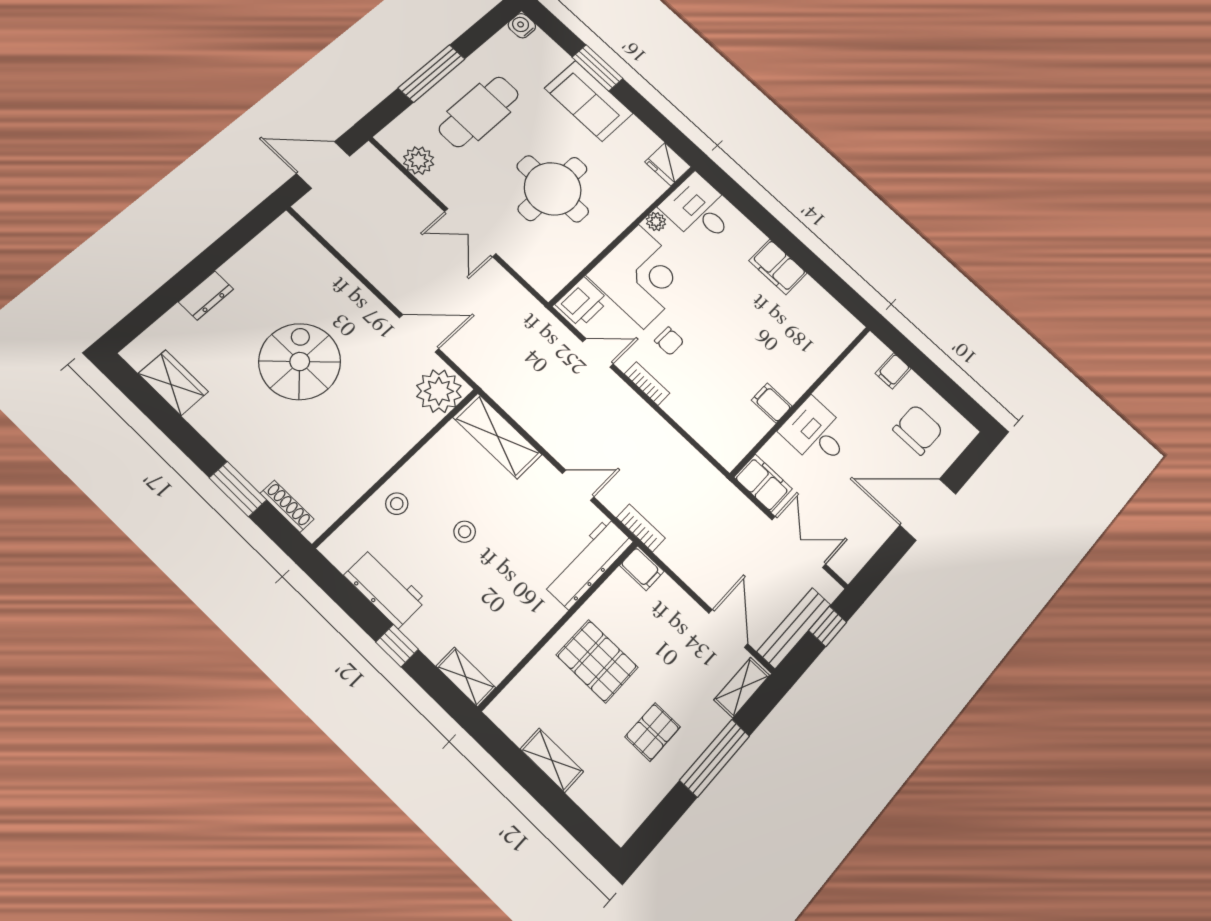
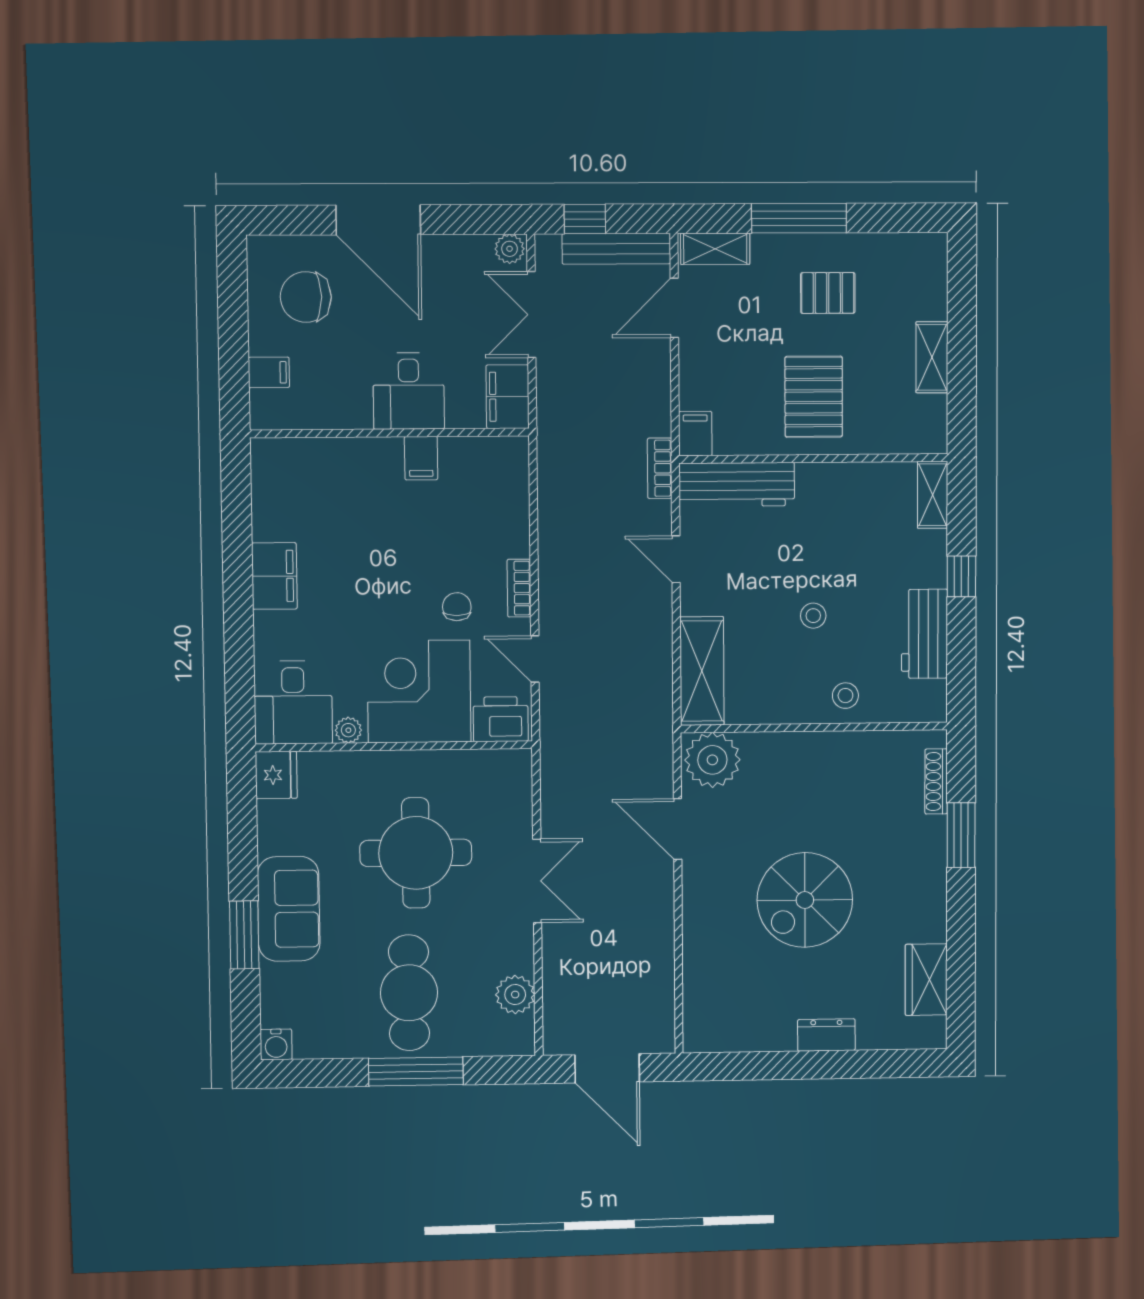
cafe table: (479, 112) -> (409, 993), turned 90
plant: (848, 566) -> (510, 249), added

